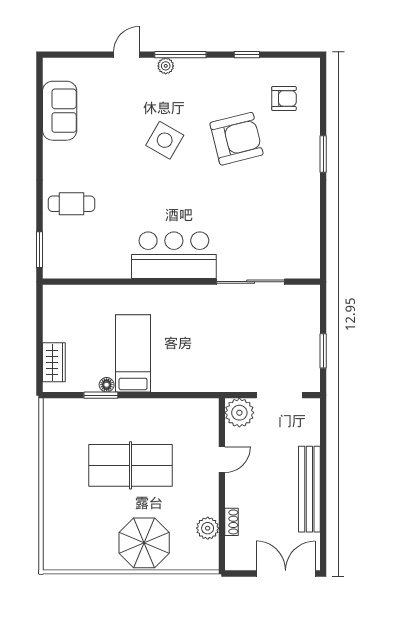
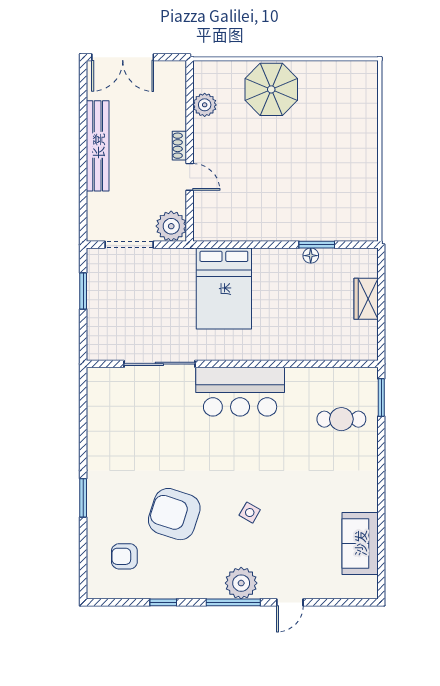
plant: (166, 66) -> (241, 583), width x1.87, depth x1.87
armchair: (236, 139) -> (174, 514), turned 32
side table: (165, 140) -> (250, 513), width x0.54, depth x0.54
cafe table: (71, 204) -> (341, 419), moved
bed: (133, 353) -> (224, 289), moved, width x1.50
wardrobe: (54, 362) -> (366, 299), moved
door: (222, 460) -> (190, 177), swing flipped
table tennis table: (130, 465) -> (286, 171), removed
shoe rack: (232, 522) -> (179, 146), moved

